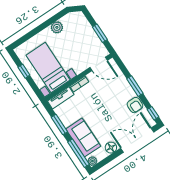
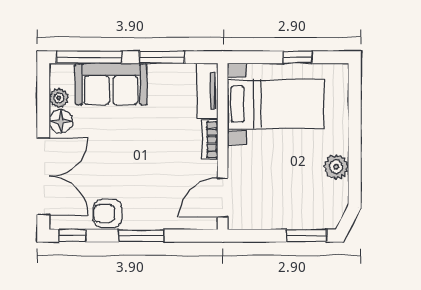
window: (100, 33) -> (306, 236), moved
plant: (92, 161) -> (59, 98), moved

